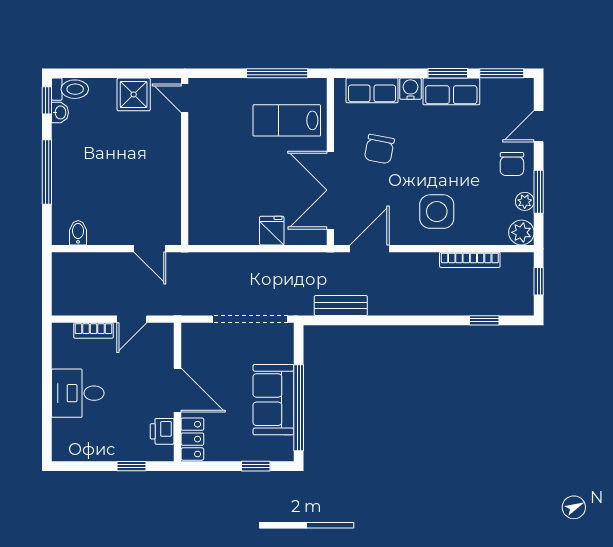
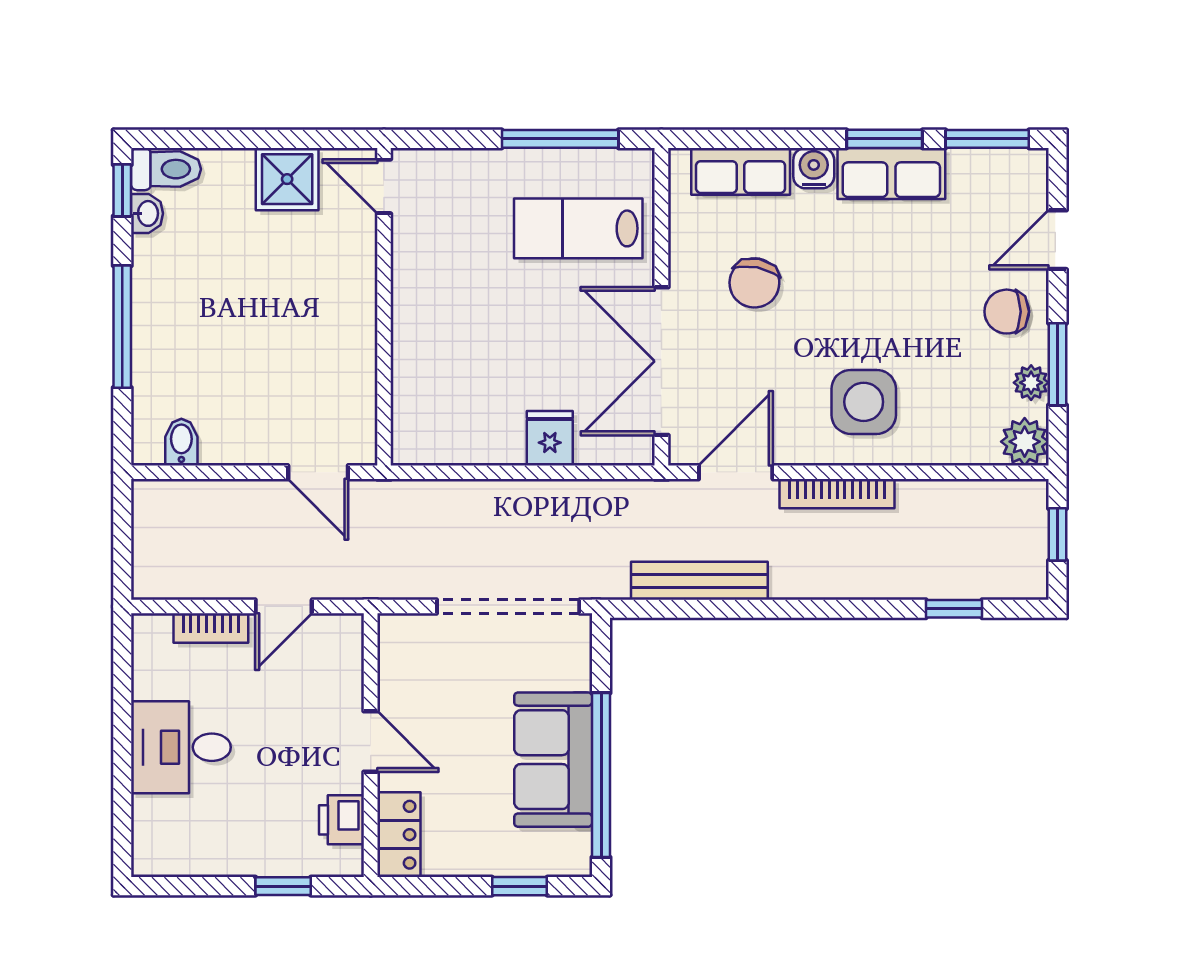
chair: (512, 164) -> (1007, 312), turned 90
bookcase: (470, 260) -> (837, 494), moved
bench: (341, 306) -> (699, 581), width x1.36
door: (178, 390) -> (371, 741), width x0.73

